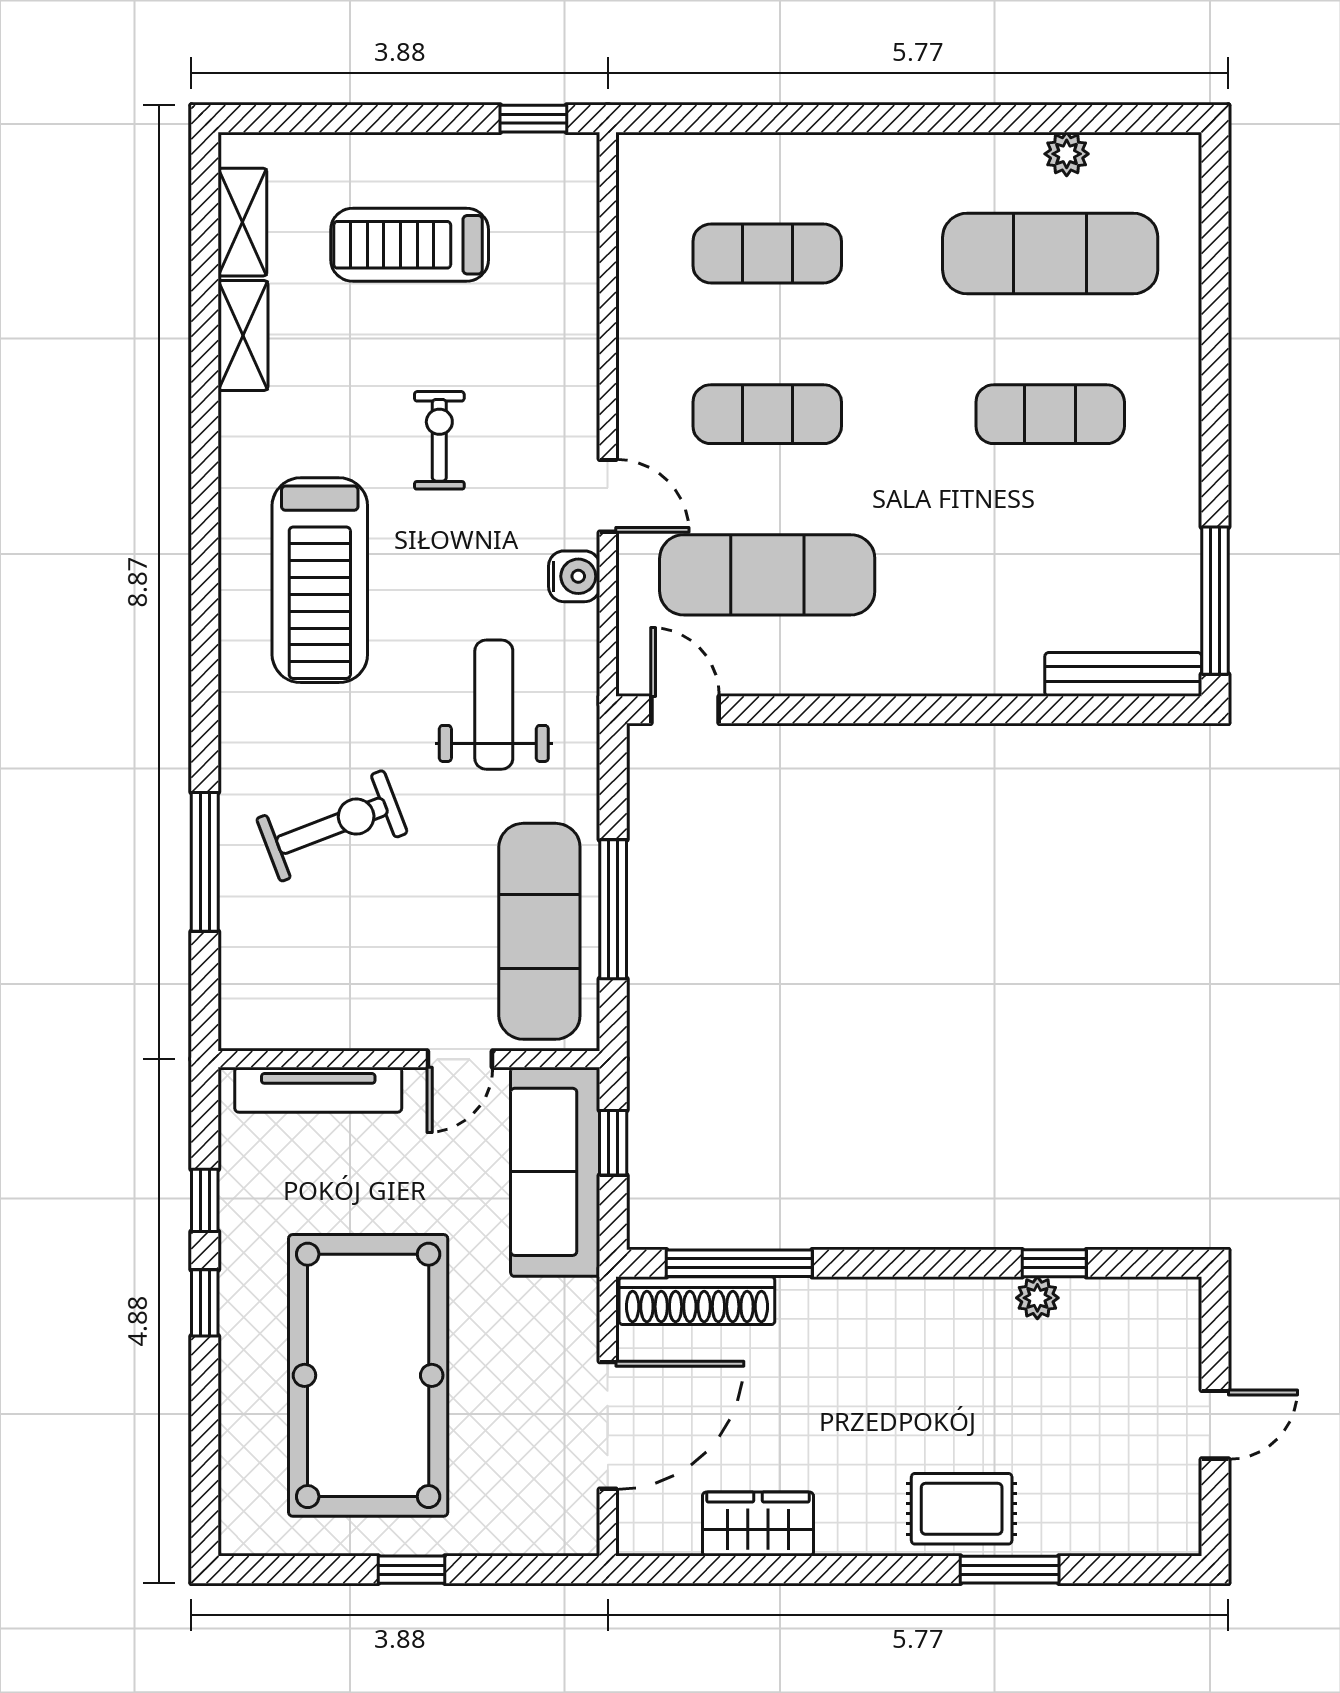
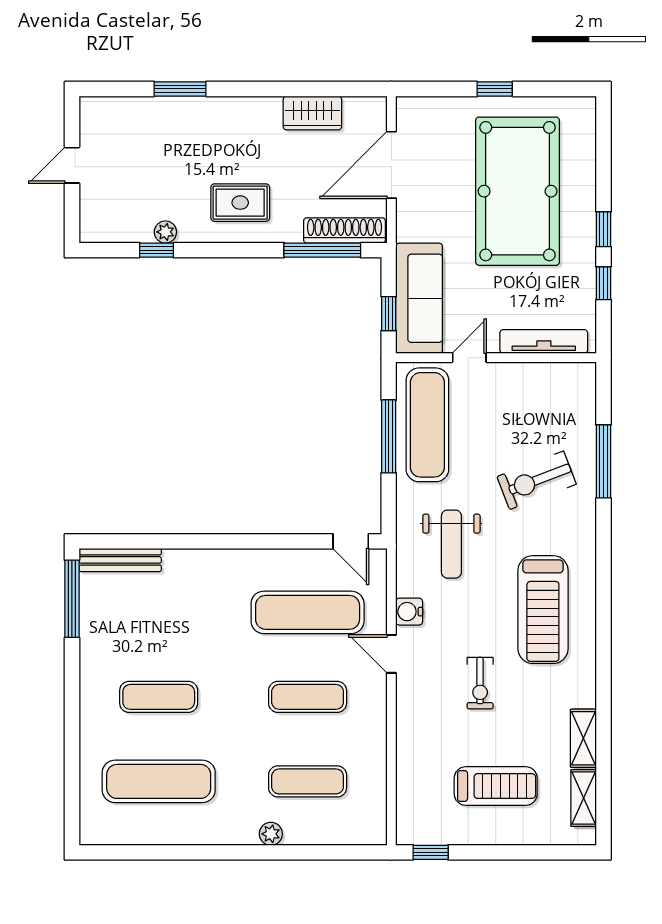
plant: (1067, 154) -> (271, 834), moved
treadmill: (320, 580) -> (543, 610), turned 180
rug: (962, 1509) -> (240, 203), moved

